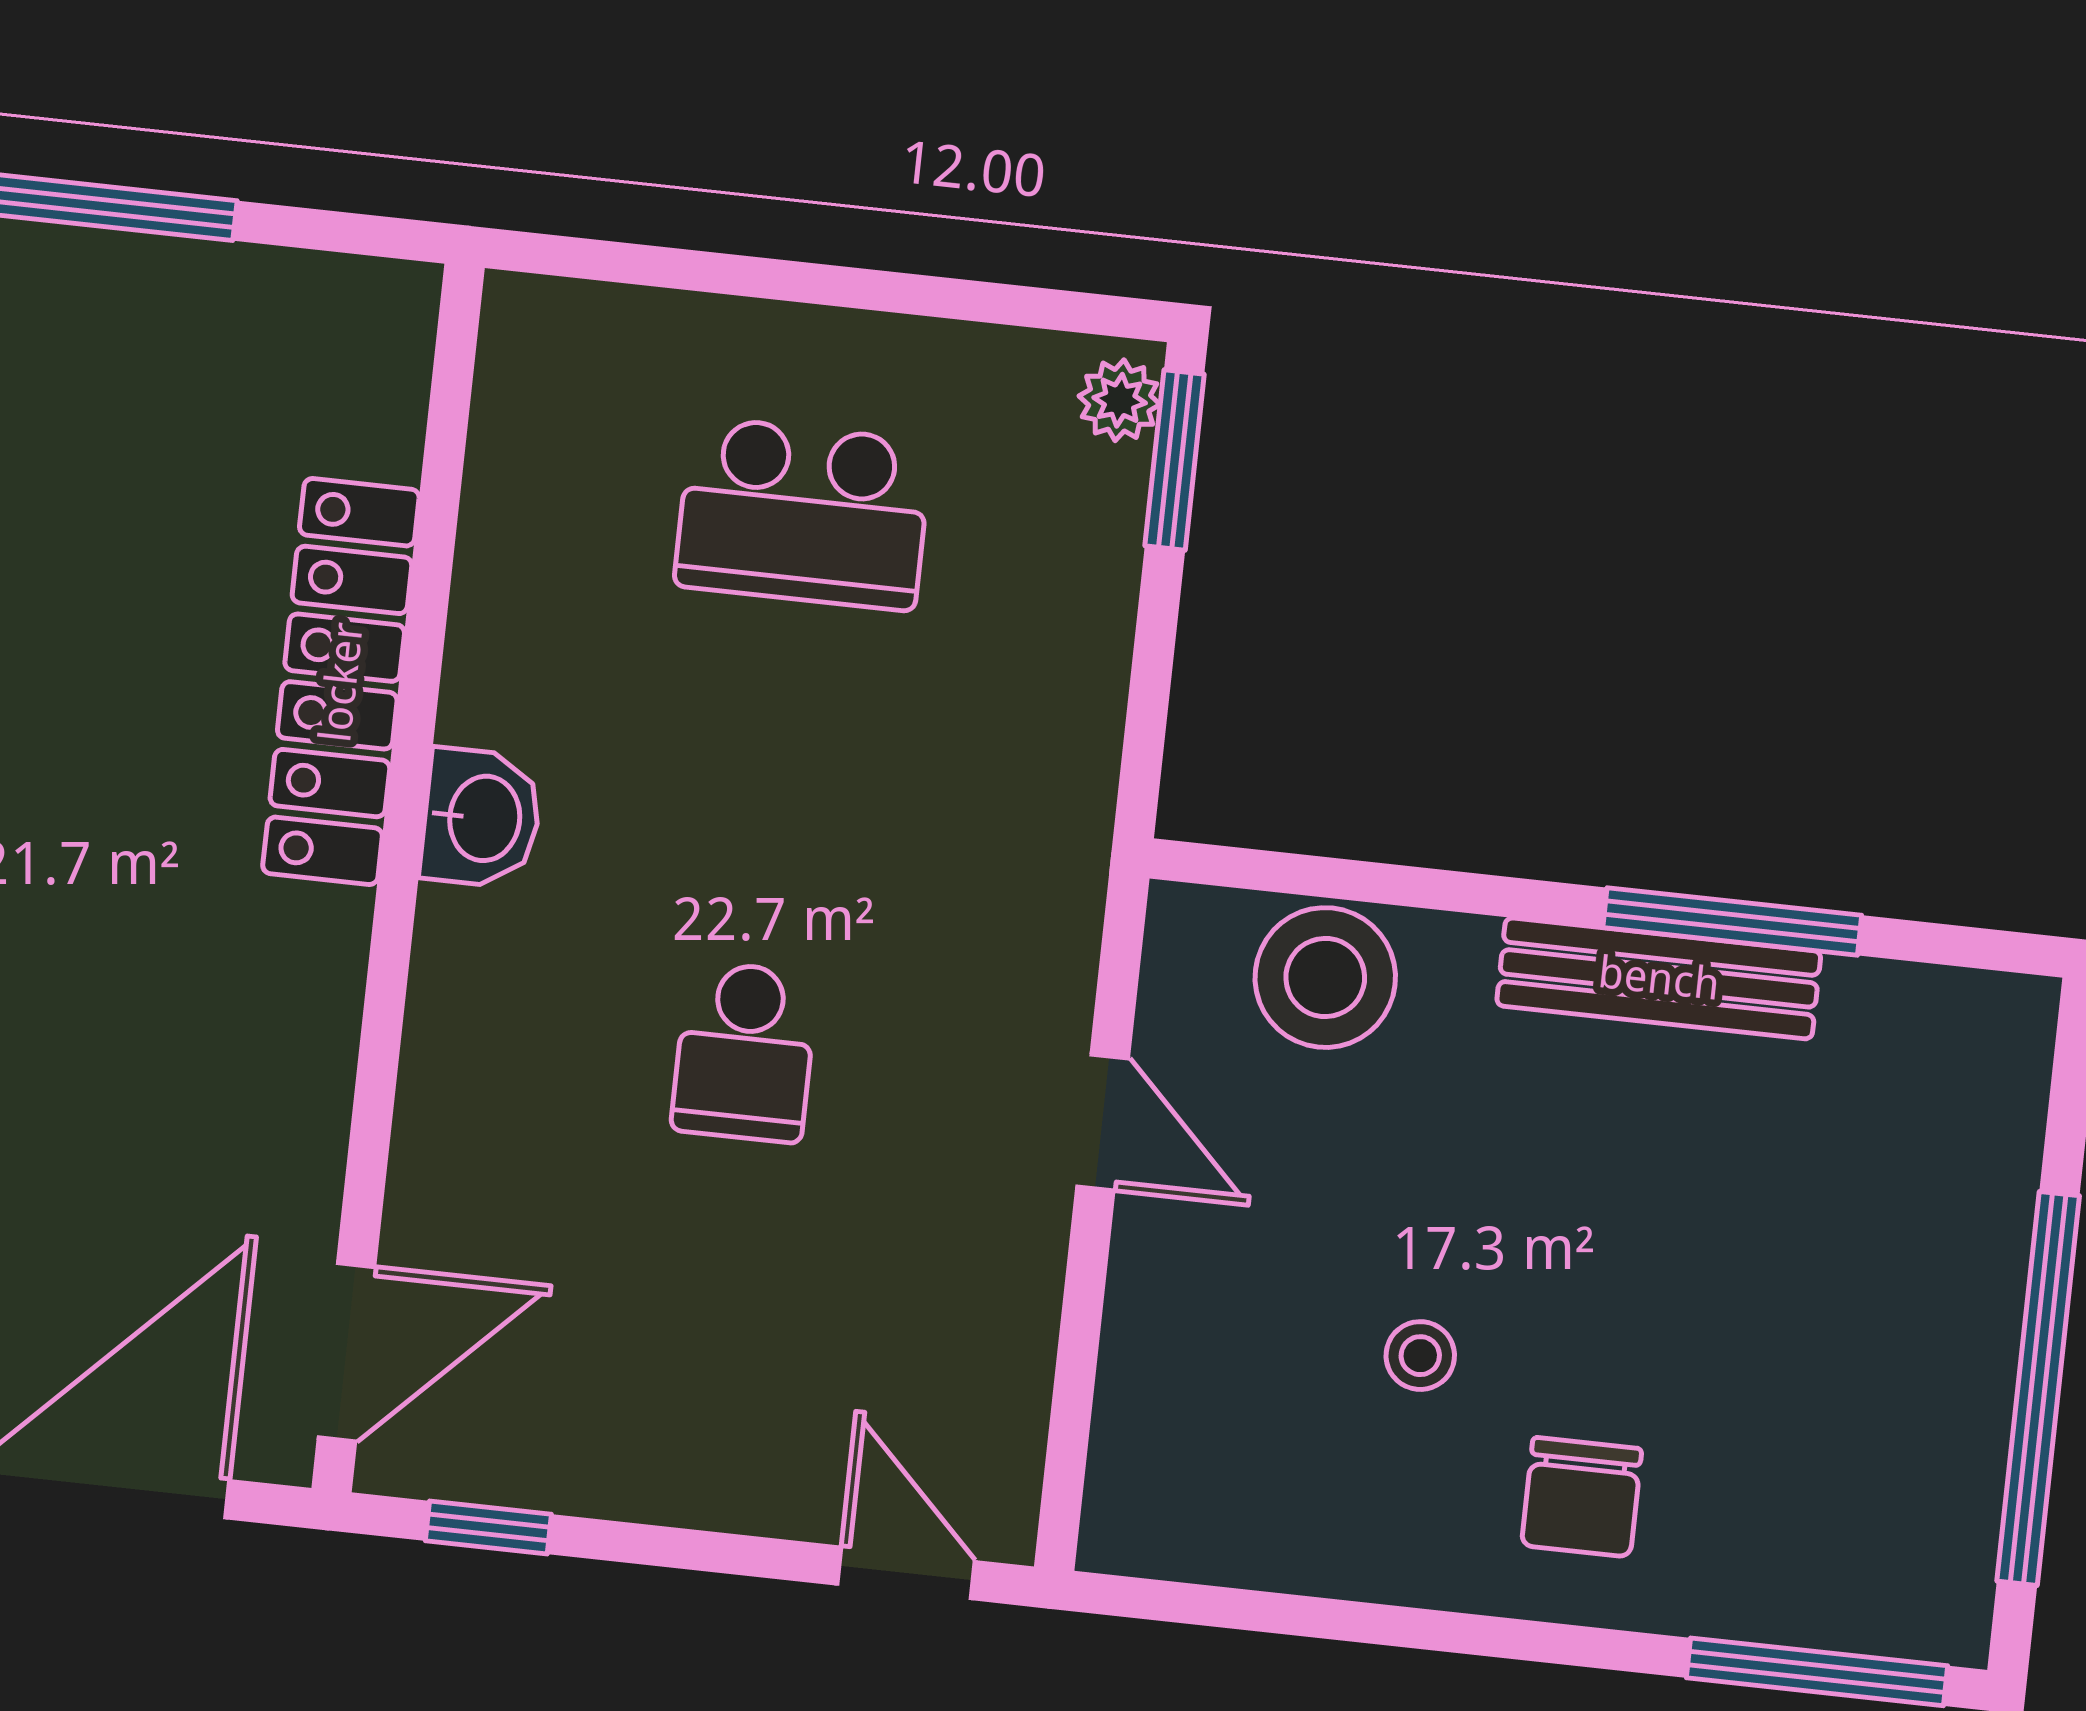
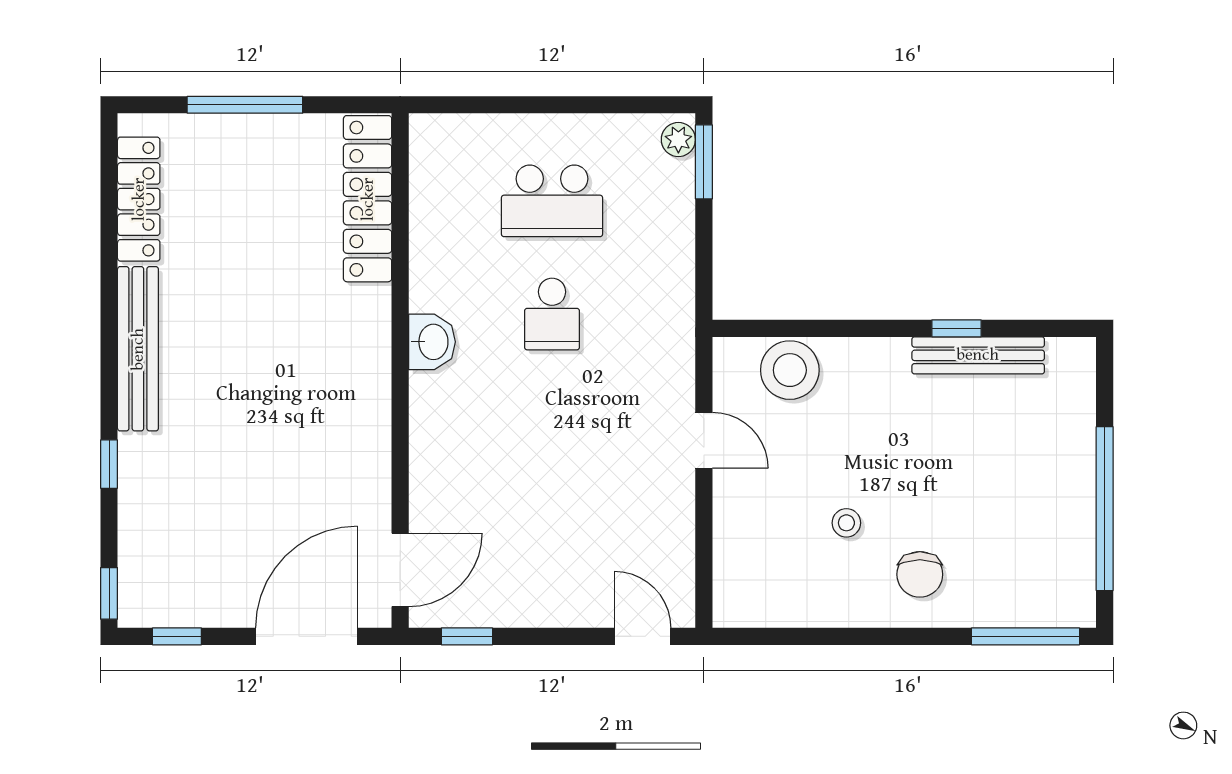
locker: (341, 682) -> (368, 199), moved
window: (1732, 921) -> (956, 328), width x0.46
bench: (1659, 978) -> (978, 355), moved
school desk: (745, 1052) -> (552, 314), moved

